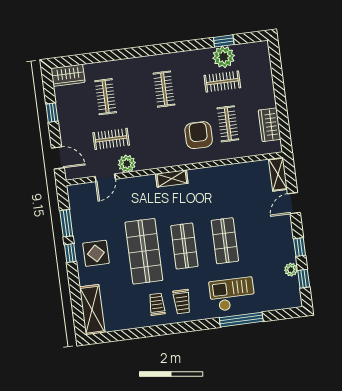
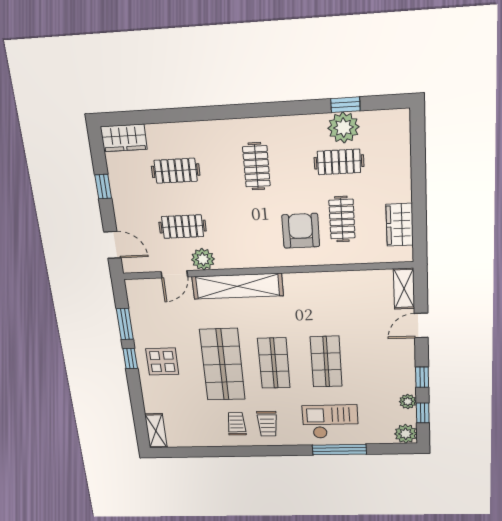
clothes rail: (106, 97) -> (176, 171), turned 90
shelving: (172, 179) -> (238, 286), width x2.20, depth x1.33
plant: (292, 299) -> (406, 434), added
shelving: (92, 310) -> (156, 431), width x0.67, depth x0.75

